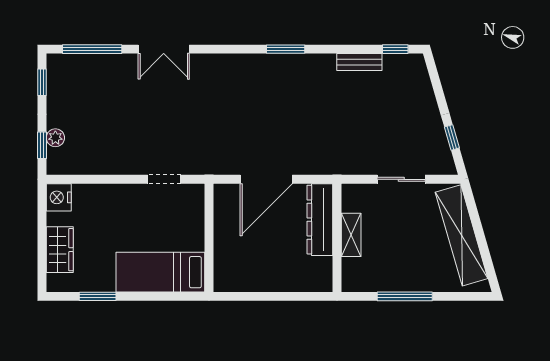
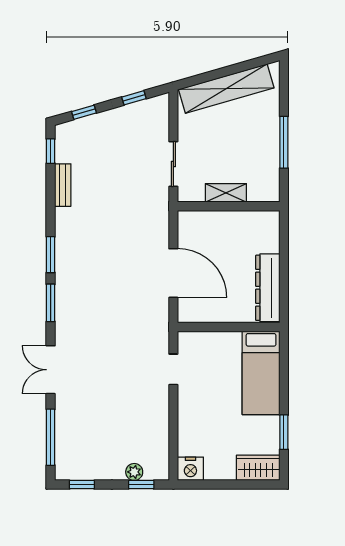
double door: (164, 49) -> (51, 370), swing flipped
window: (235, 49) -> (51, 303), added
window: (437, 85) -> (84, 112), added
sliding door: (401, 179) -> (173, 164), moved
dresser: (320, 220) -> (268, 288), moved, turned 90
wardrobe: (60, 250) -> (258, 468), moved

